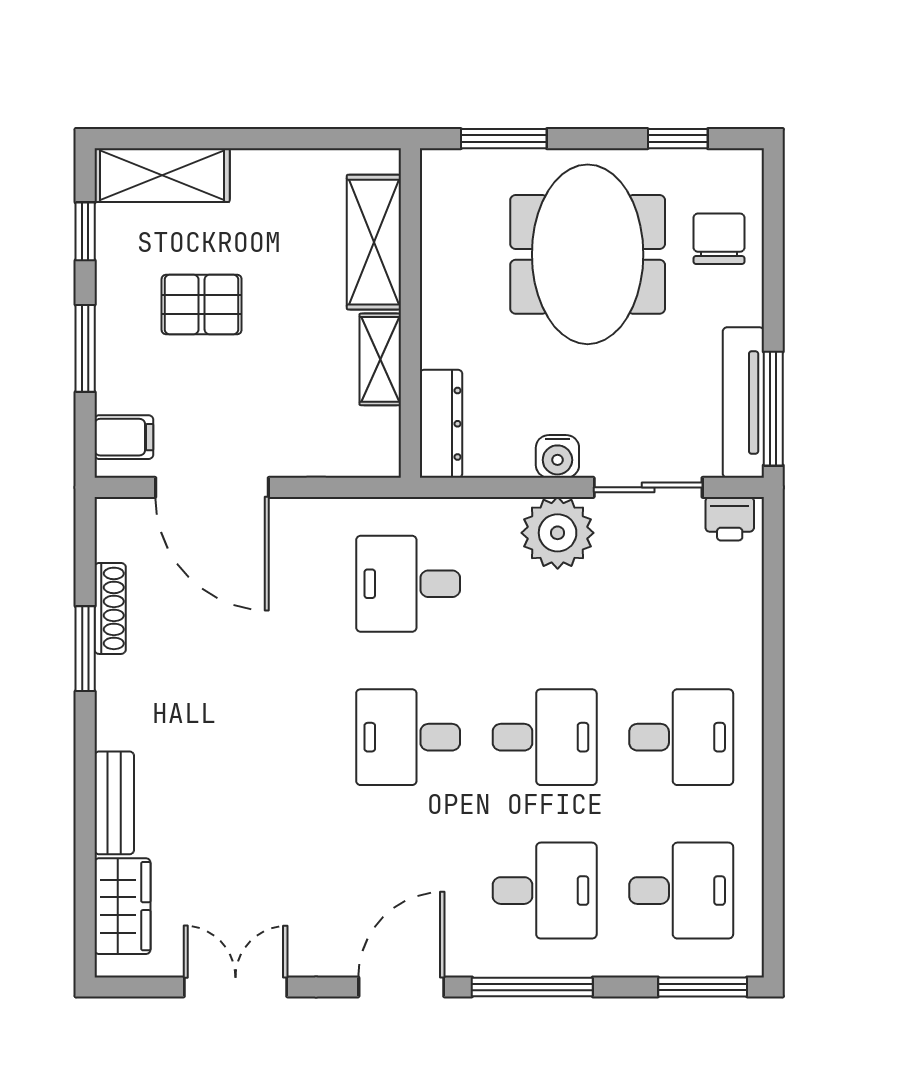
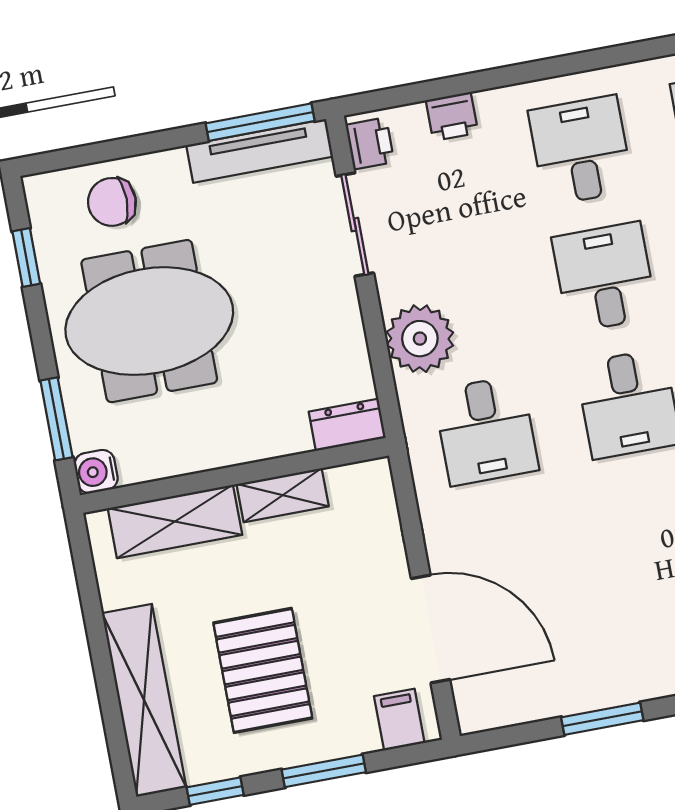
shelving: (162, 175) -> (144, 700), width x1.47
pallet: (202, 304) -> (263, 670), width x1.50, depth x1.42
dresser: (441, 424) -> (347, 425), width x0.70
water cooler: (557, 456) -> (96, 472), moved, turned 180
door: (212, 487) -> (431, 629), hinge flipped
plant: (558, 533) -> (420, 339), moved
shoe rack: (110, 608) -> (561, 703), removed
printer: (742, 609) -> (452, 116), added

